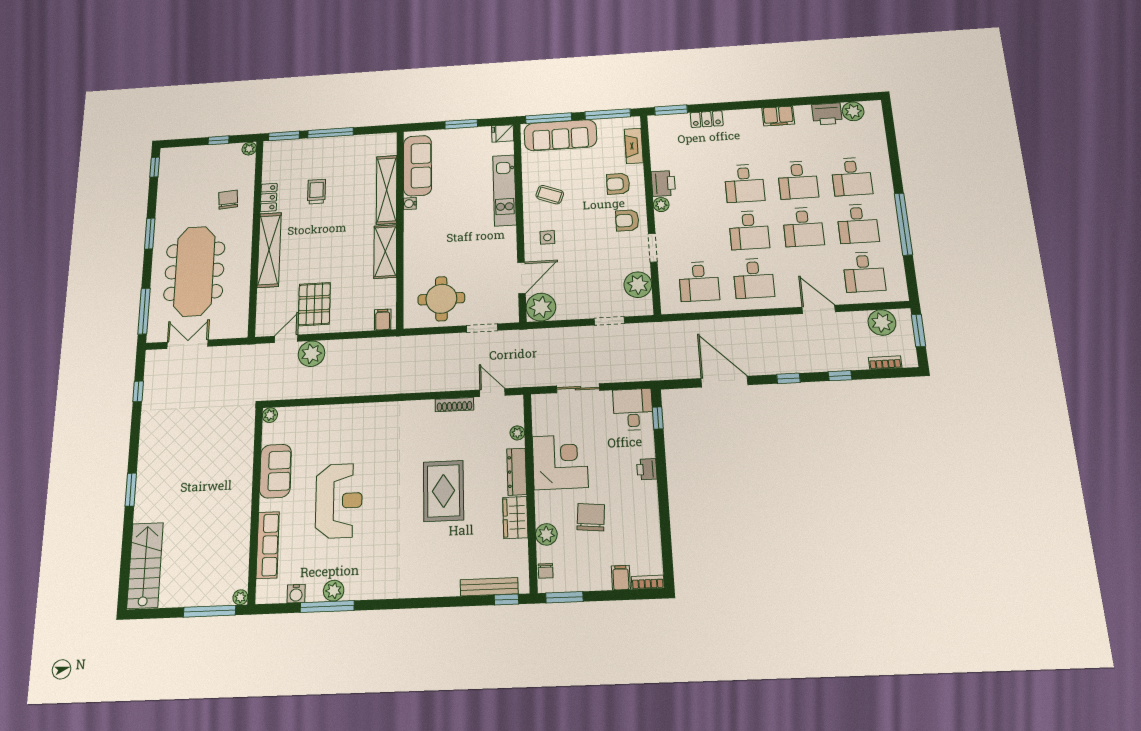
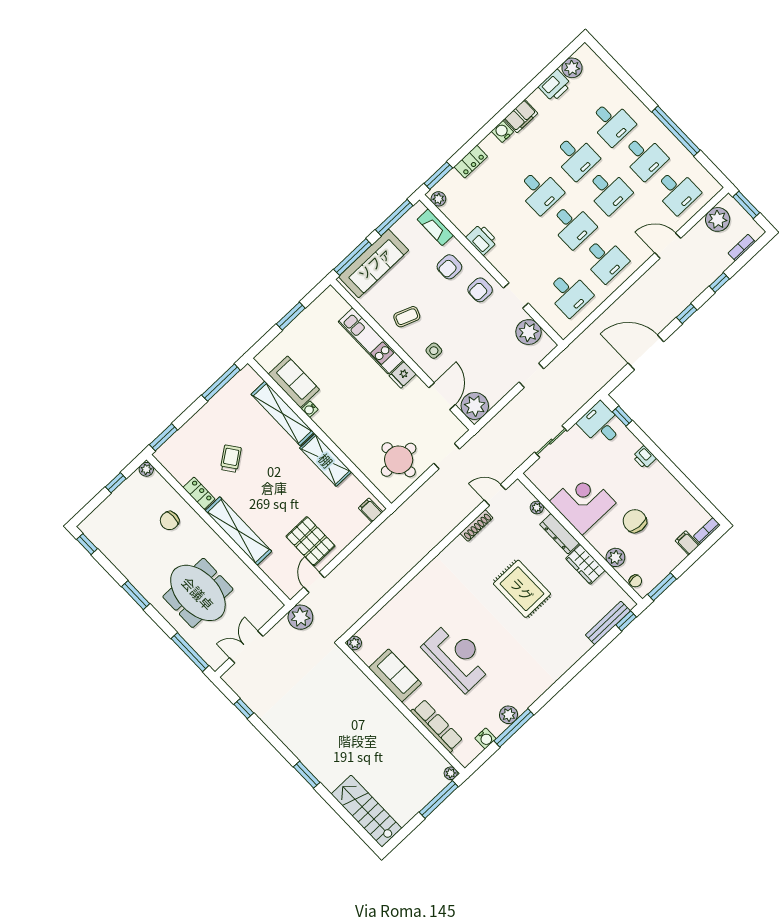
water cooler: (753, 116) -> (502, 131), added
window: (330, 133) -> (221, 383), moved
fridge: (503, 133) -> (403, 375), moved
sofa: (417, 166) -> (294, 382), width x0.73
trolley: (317, 192) -> (231, 459), turned 54
chair: (228, 200) -> (169, 521), turned -86
plant: (661, 205) -> (438, 199), moved
meeting table: (194, 271) -> (198, 593), width x0.73
plant: (311, 354) -> (300, 617), moved

